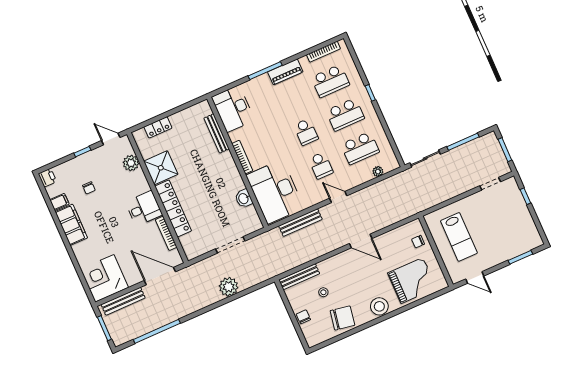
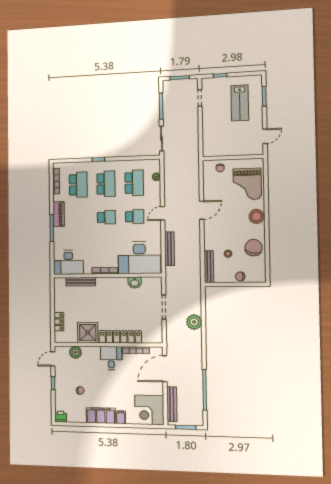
filing cabinet: (59, 202) -> (121, 417), moved
lab bench: (459, 237) -> (240, 103), moved, turned 90
grand piano: (412, 280) -> (247, 184), turned 180

